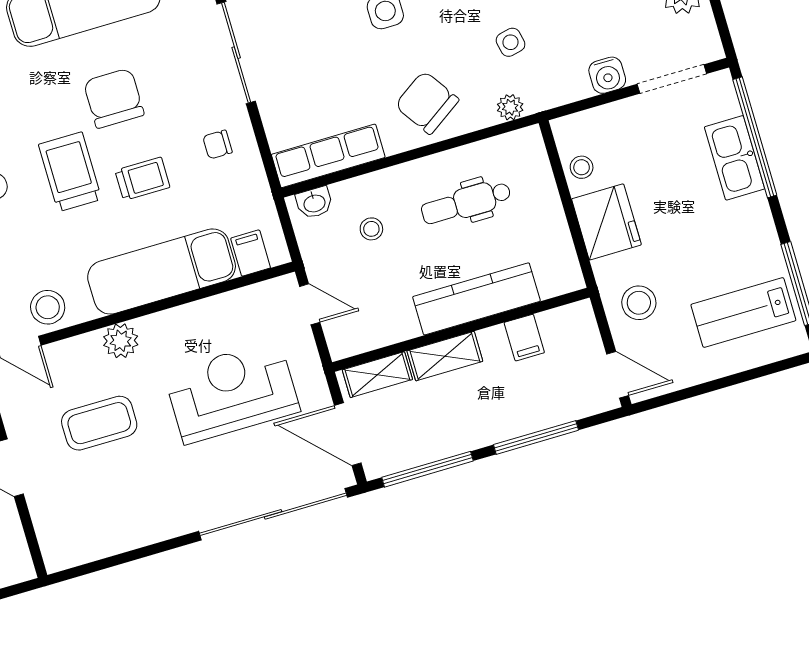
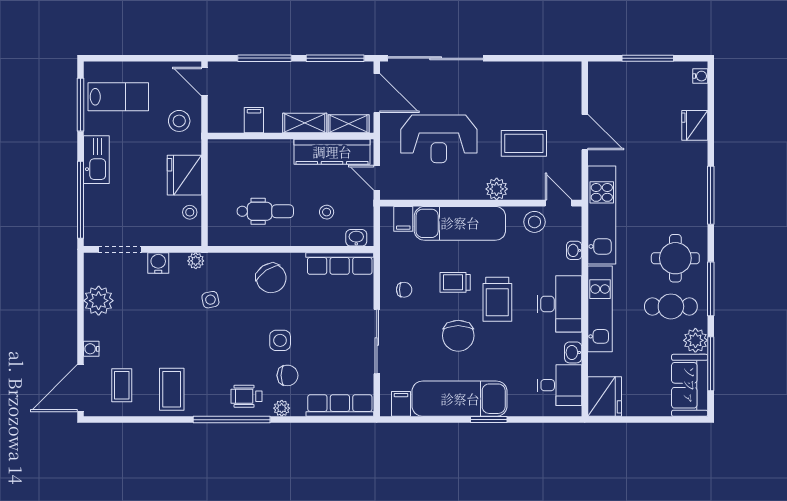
plant: (510, 107) -> (196, 261), moved
kitchen sink: (735, 158) -> (96, 160), moved
kitchen counter: (476, 299) -> (332, 152), moved

